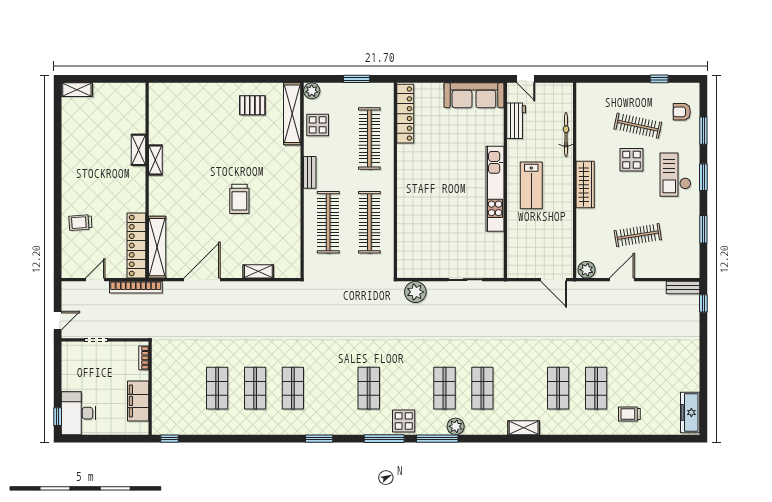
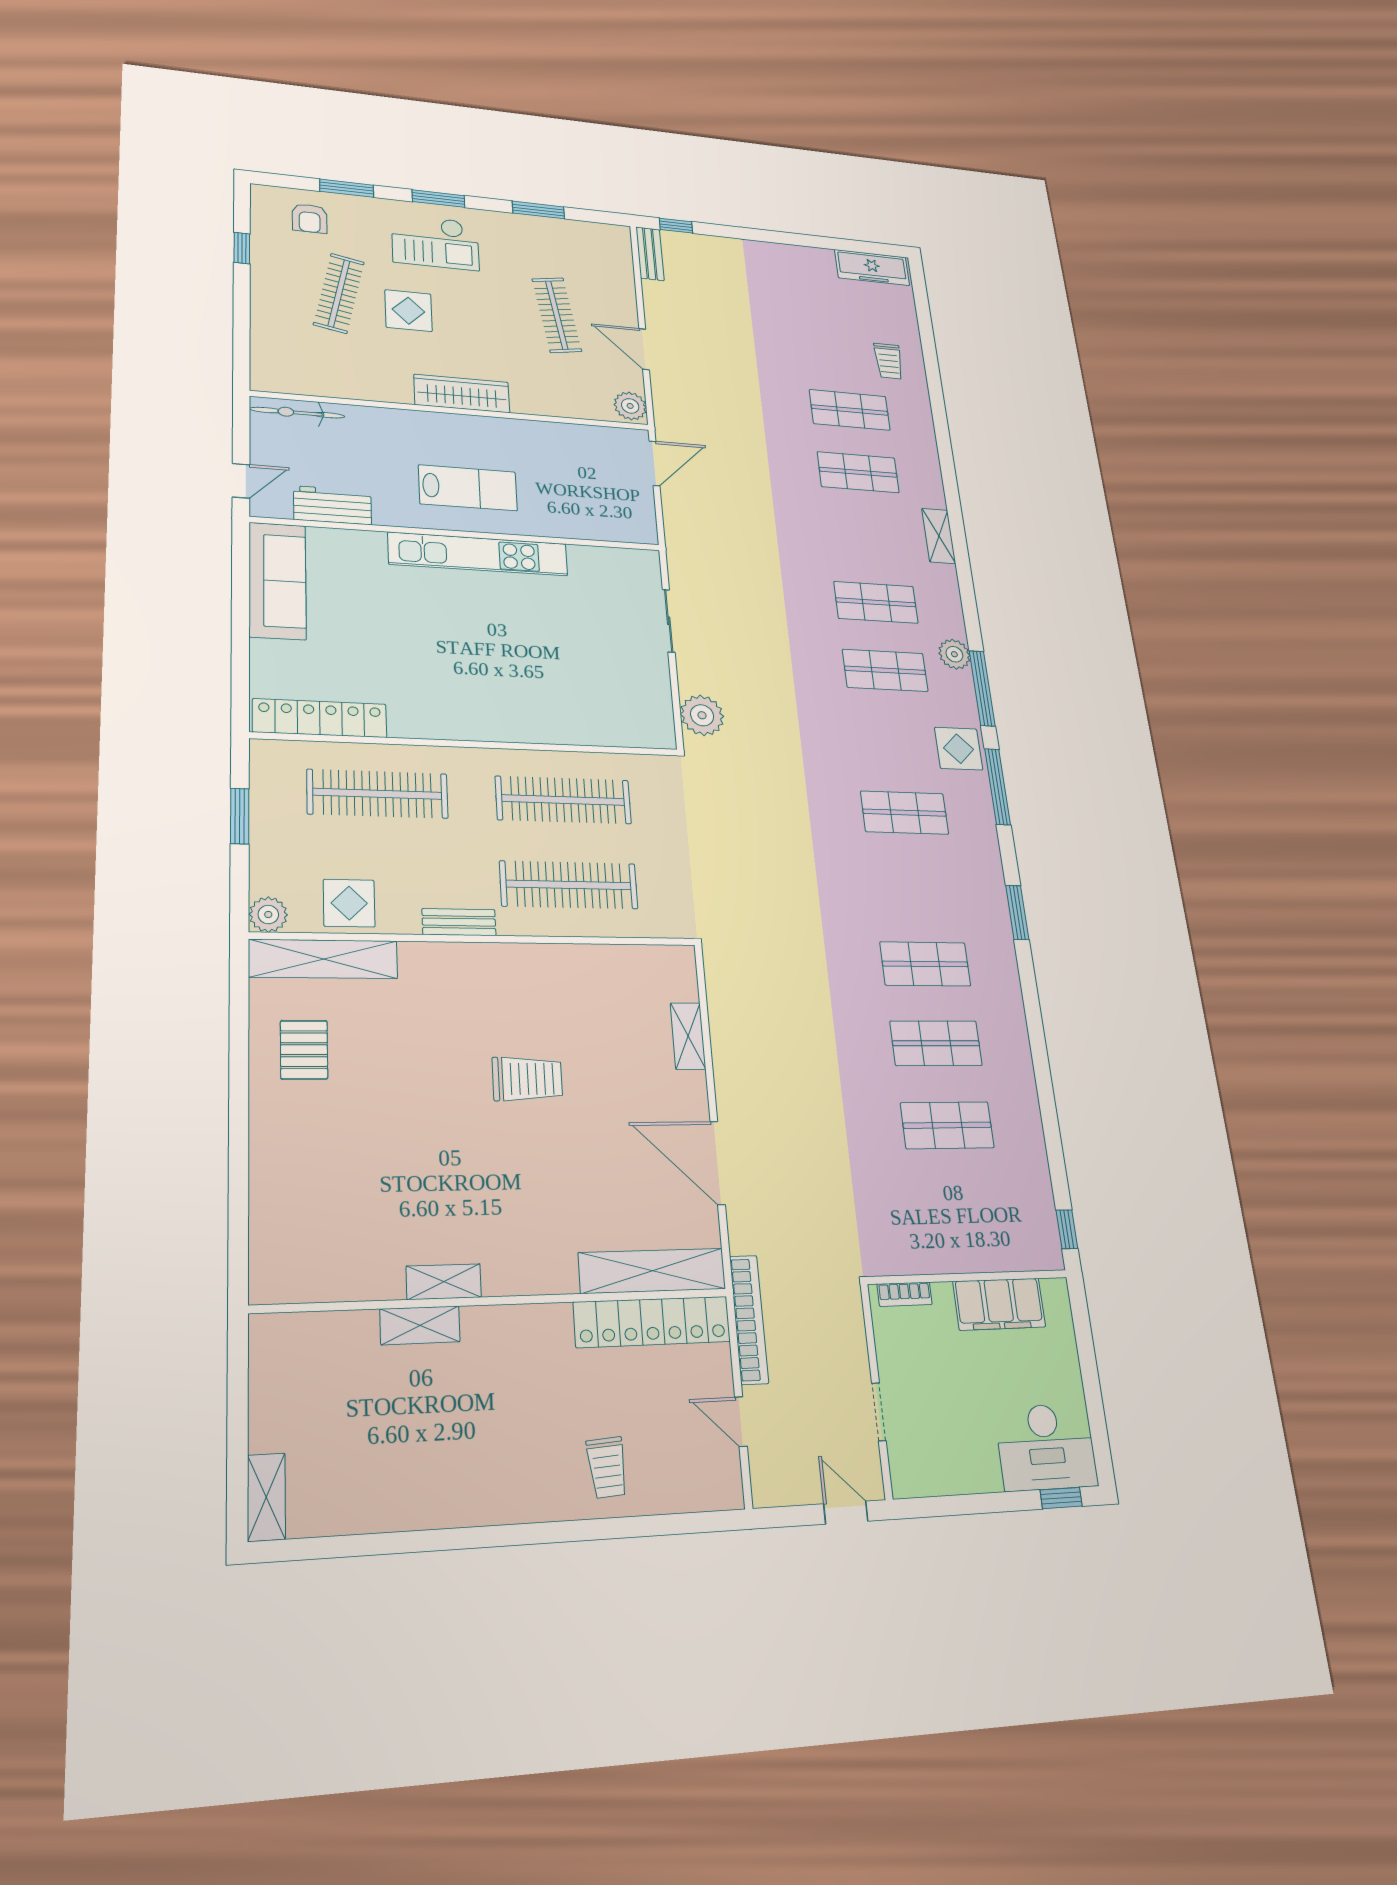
bicycle: (566, 135) -> (297, 413), moved

